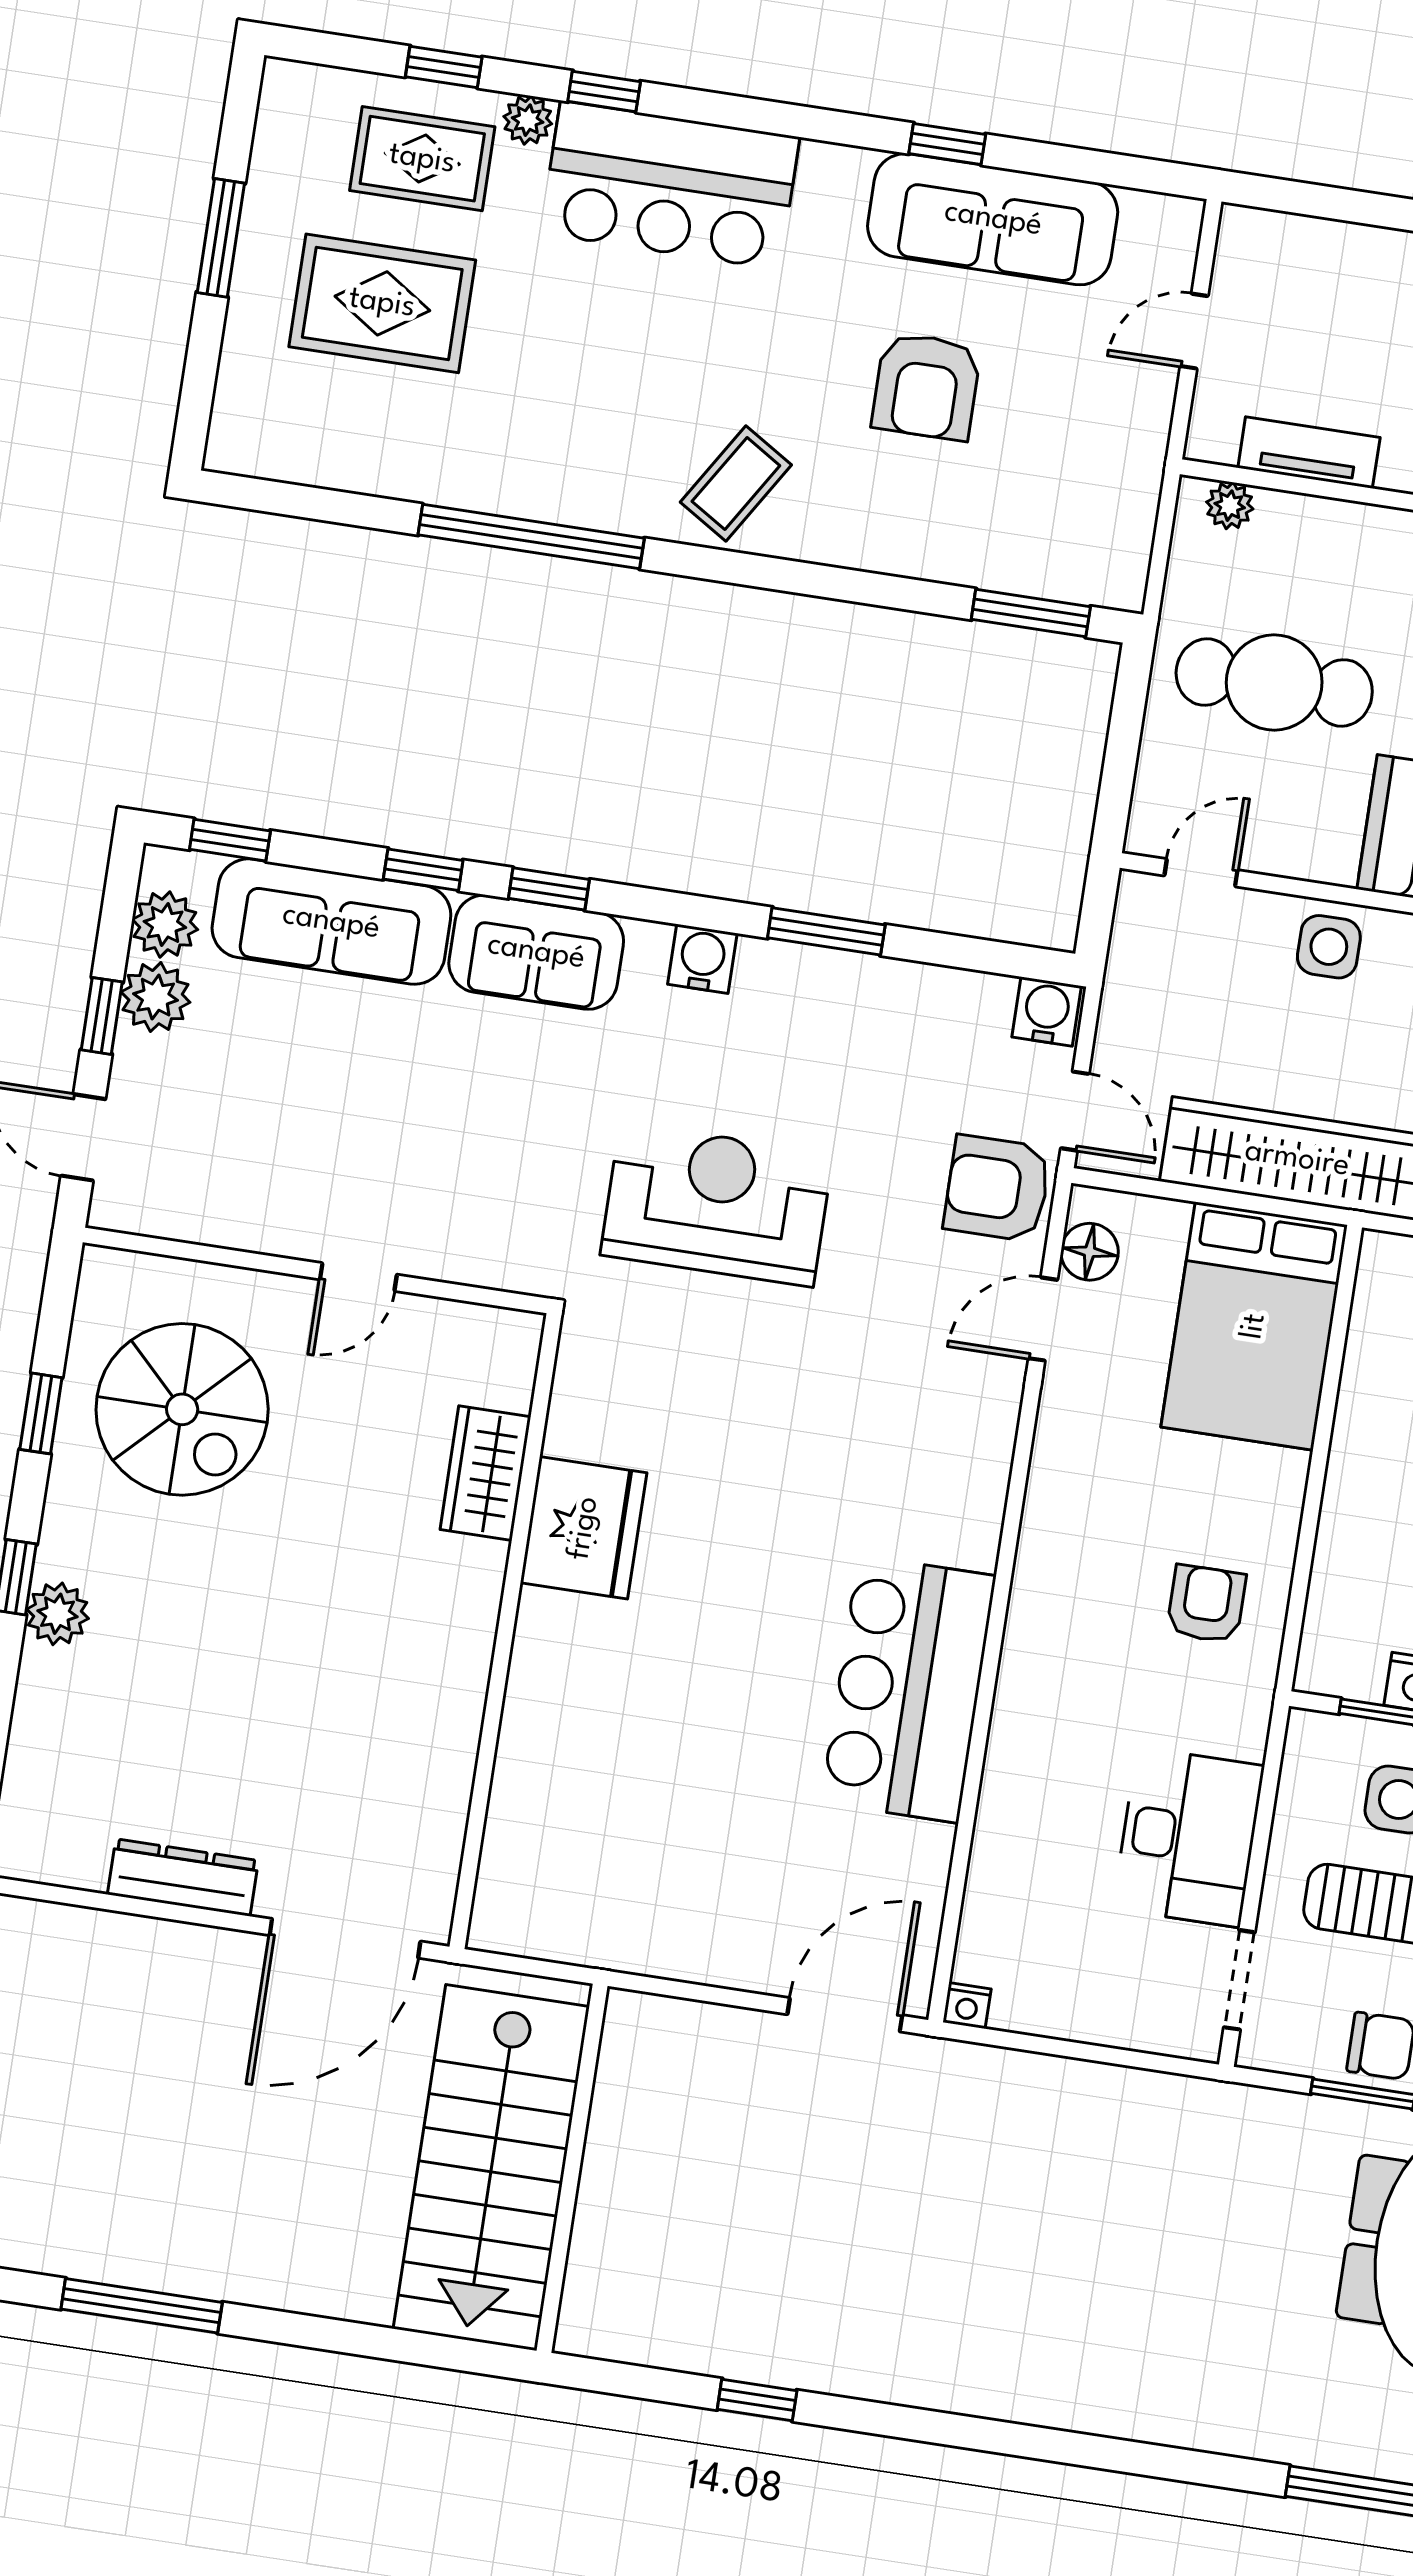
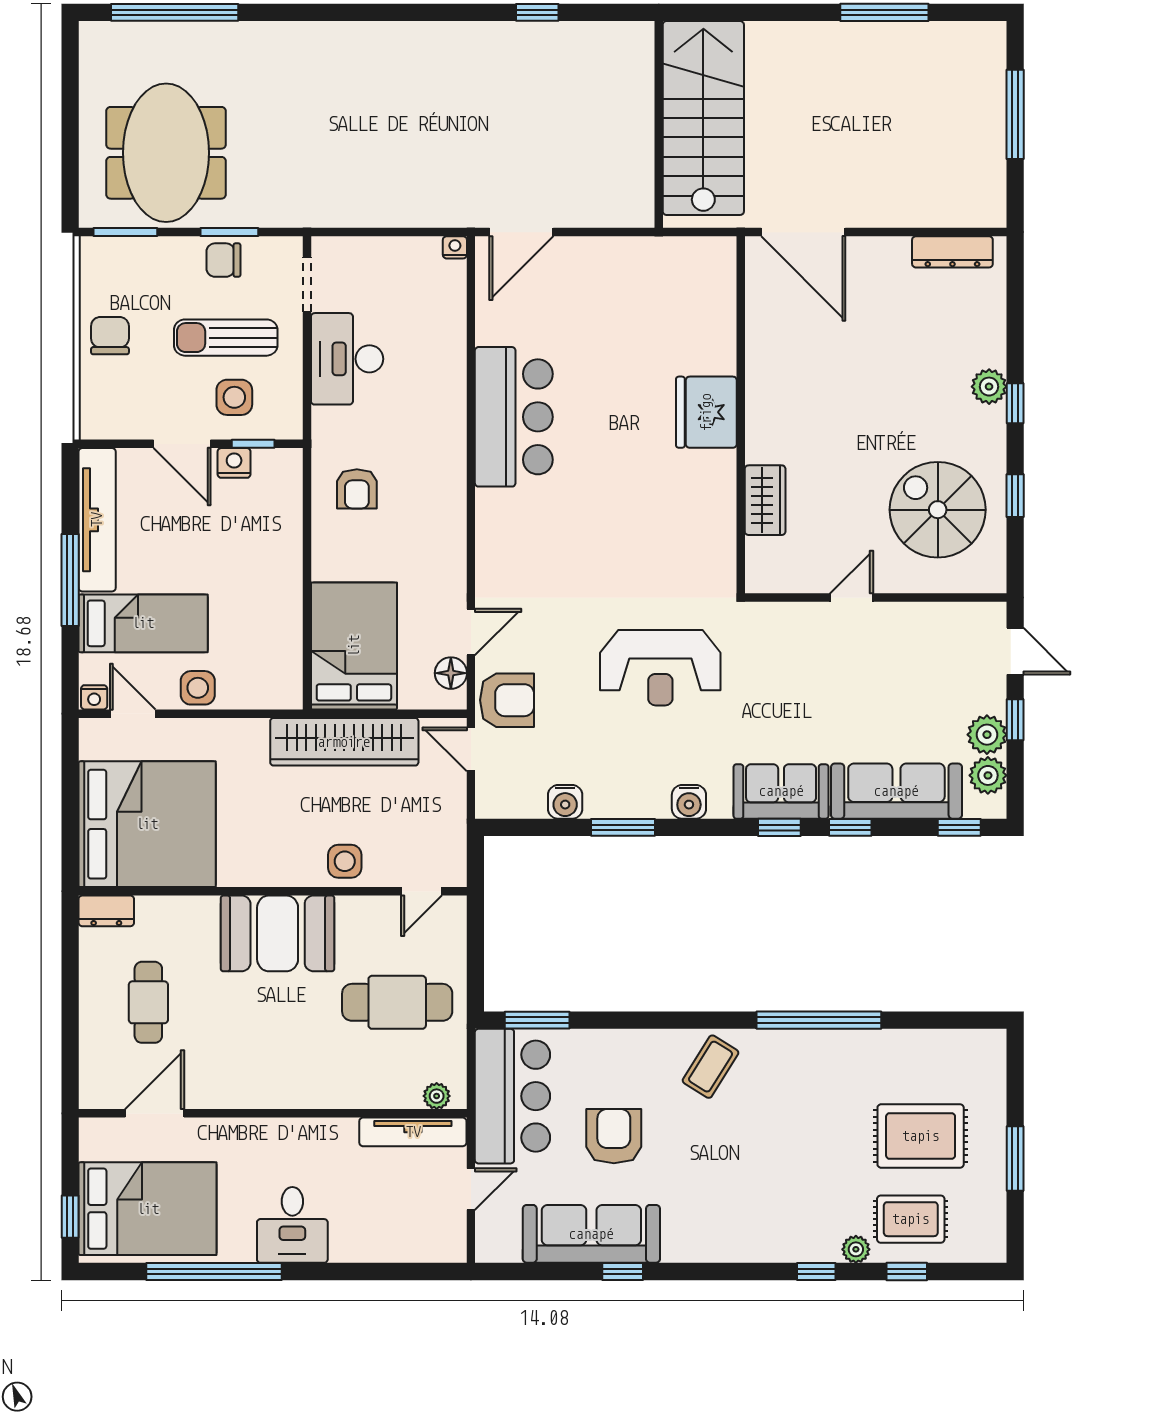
bar counter: (670, 185) -> (512, 1096), moved, turned 90
tv unit: (1309, 453) -> (413, 1132), width x1.41
water cooler: (1047, 1011) -> (565, 802), moved
fridge: (584, 1528) -> (706, 412), moved
dresser: (183, 1877) -> (952, 252), moved
door: (345, 1938) -> (803, 232), swing flipped

